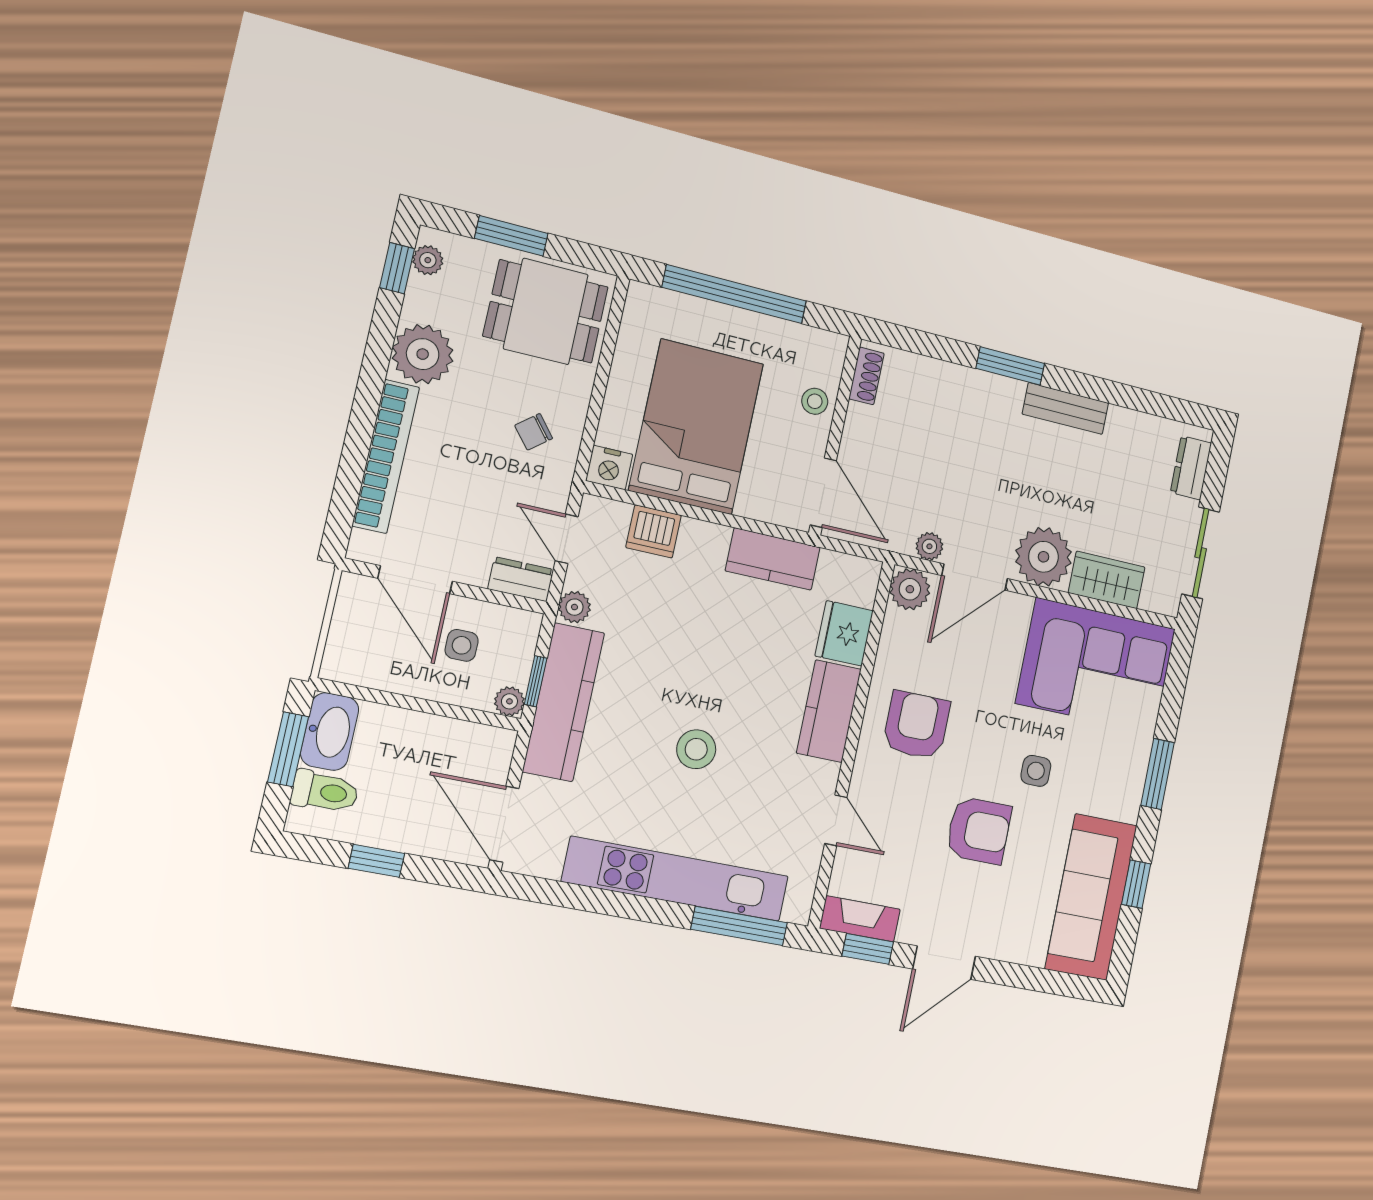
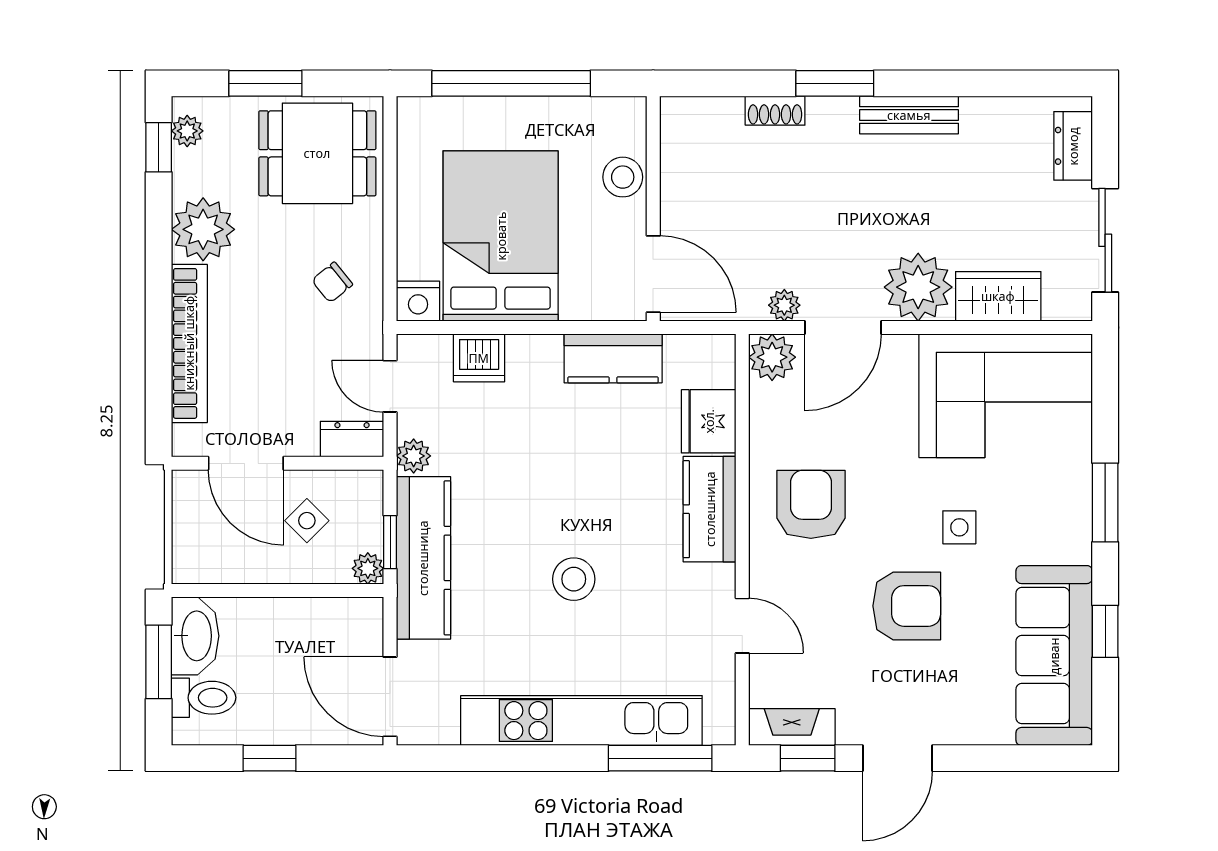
shoe rack: (867, 376) -> (775, 111), moved, turned 90
stool: (815, 401) -> (623, 177), width x1.37, depth x1.37
side table: (462, 645) -> (307, 521), turned 45

